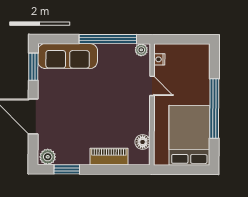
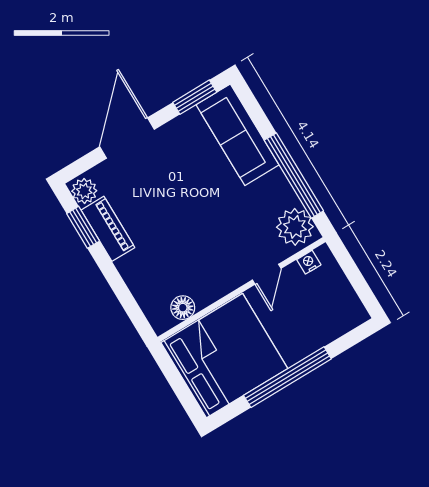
plant: (141, 50) -> (295, 227), width x1.87, depth x1.87
bed: (189, 135) -> (224, 356), width x1.36
piano: (109, 157) -> (108, 229), moved

